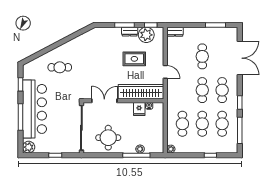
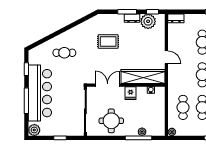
rug: (134, 59) -> (108, 42), moved
fridge: (139, 109) -> (131, 93), moved

